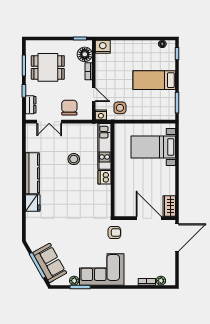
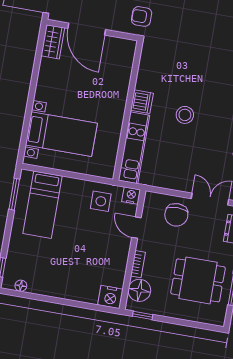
bed: (154, 80) -> (43, 205), moved, turned 90
stool: (74, 159) -> (185, 115), moved

